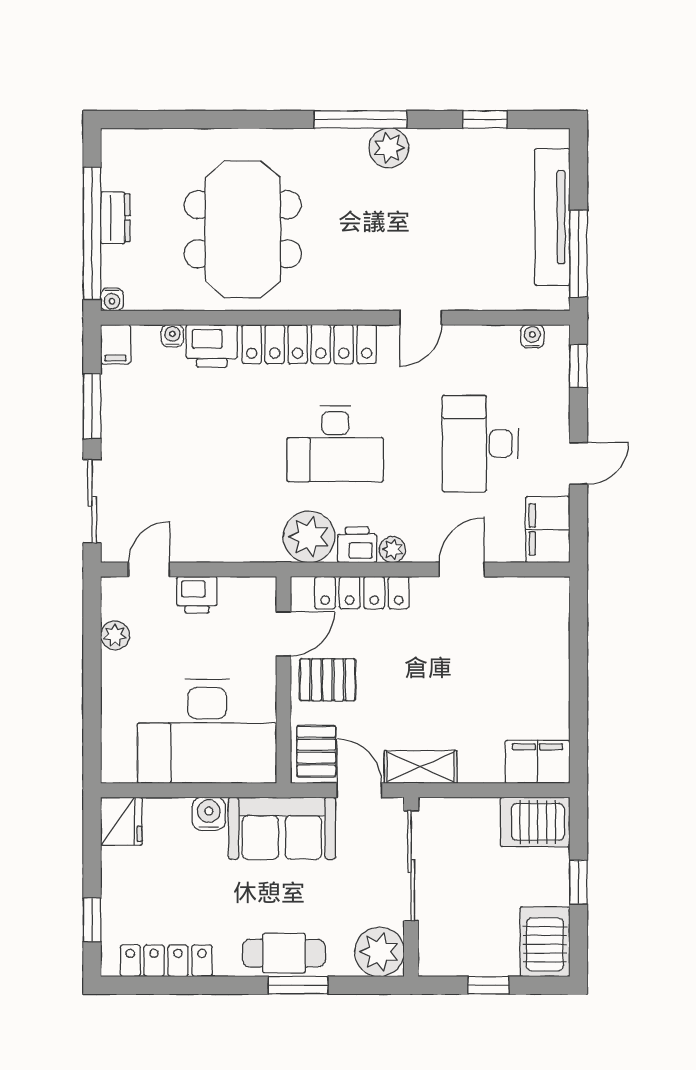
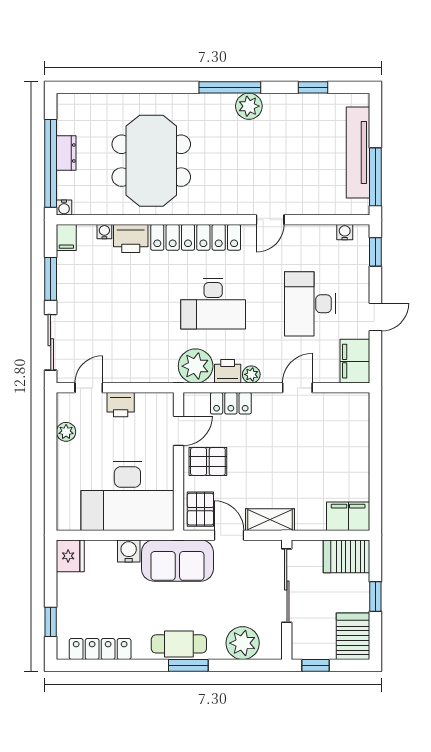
locker: (362, 593) -> (231, 403), width x0.66
sliding door: (411, 866) -> (287, 586), moved
wall: (411, 887) -> (287, 600), moved

